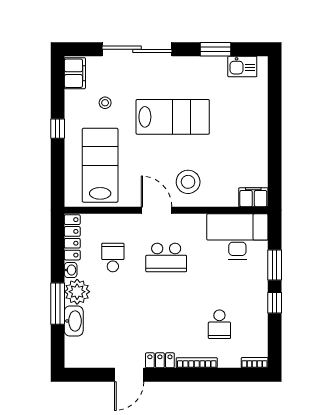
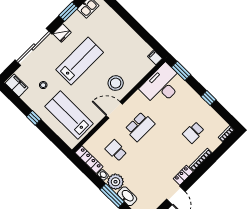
fridge: (184, 66) -> (62, 33), added
filing cabinet: (253, 197) -> (155, 57), width x0.50
window: (275, 265) -> (181, 71), moved
school desk: (219, 324) -> (193, 132), turned 90

